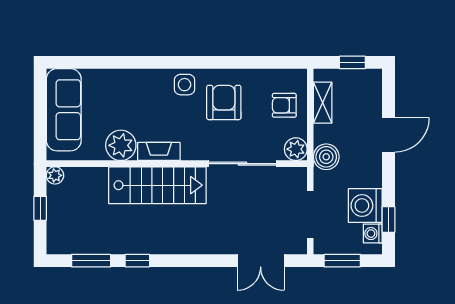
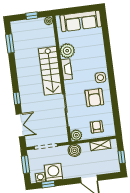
armchair: (224, 102) -> (94, 98), turned 90
window: (137, 261) -> (17, 98), moved
double door: (261, 261) -> (20, 125), swing flipped

